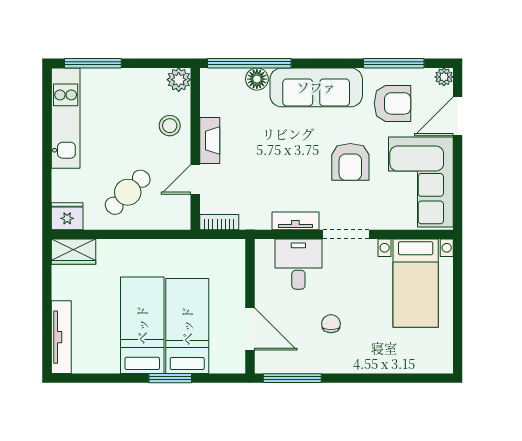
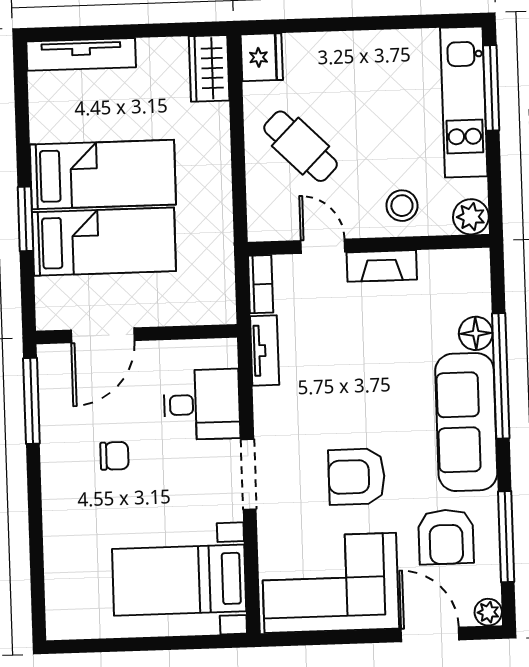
window: (249, 63) -> (501, 376), moved
kitchen unit: (66, 118) -> (464, 102), moved, turned 90
tv unit: (295, 221) -> (265, 351), moved

